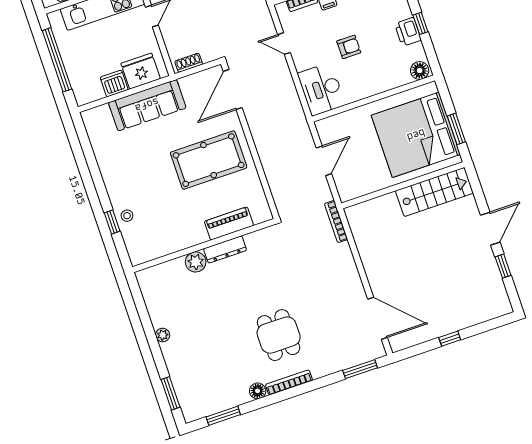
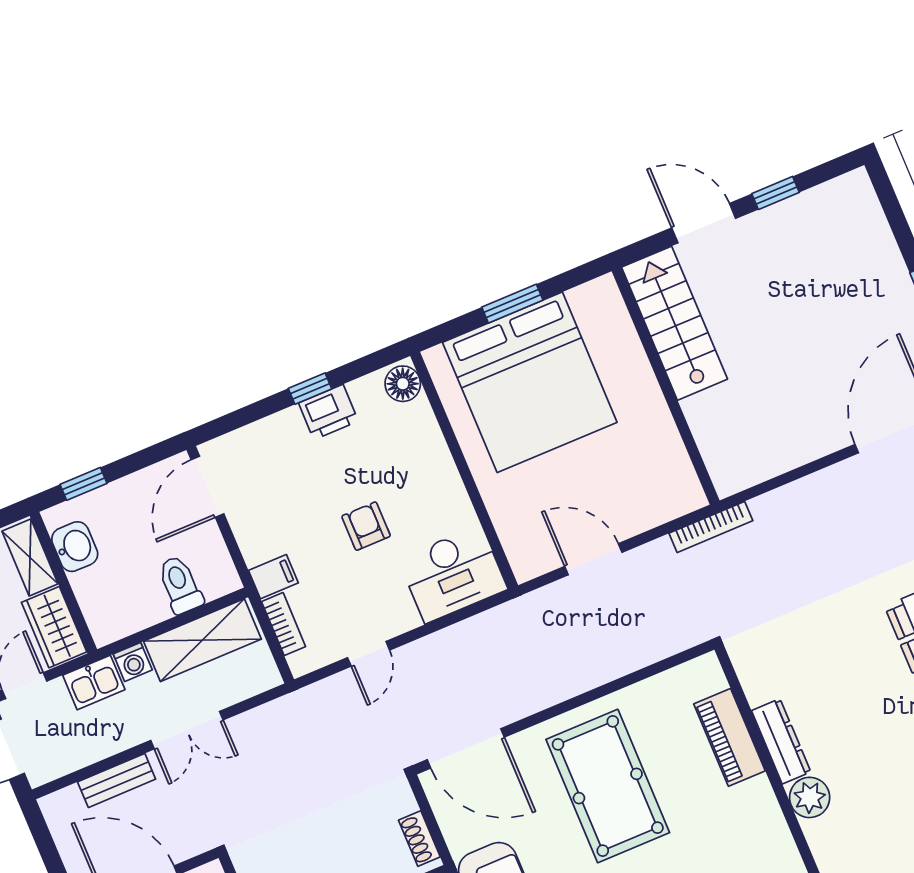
wall: (403, 185) -> (666, 386), moved
stairs: (434, 192) -> (674, 323), moved

